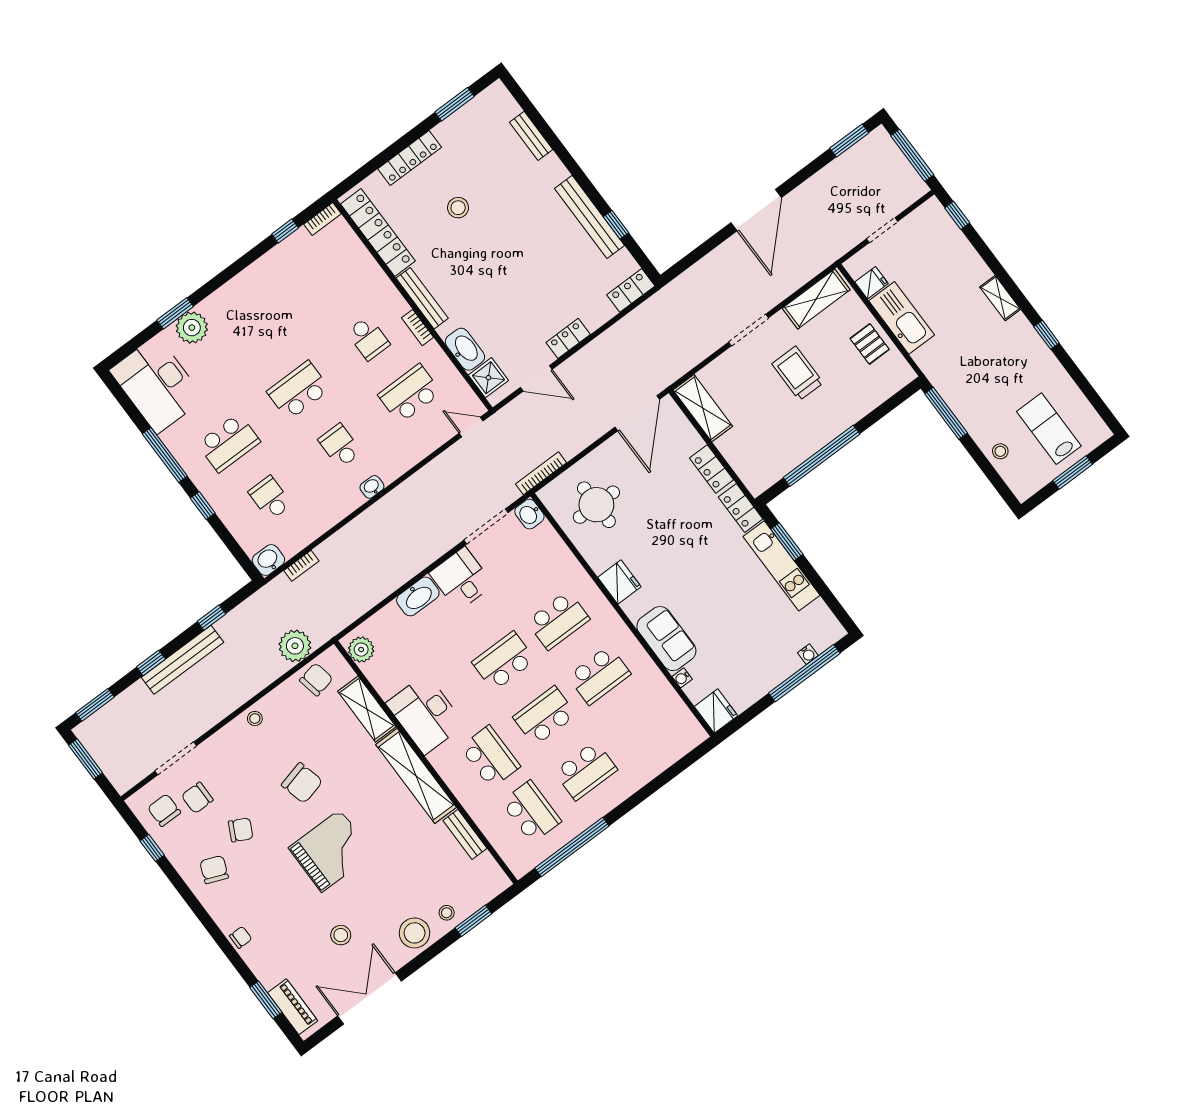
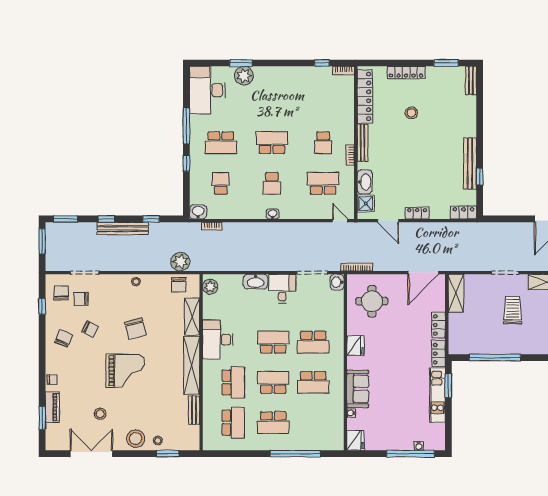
bench: (531, 136) -> (471, 80), moved
school desk: (340, 446) -> (272, 183), turned 180
chair: (316, 679) -> (179, 285), turned 101
window: (572, 847) -> (295, 454), moved
piano: (293, 1007) -> (52, 407), moved

